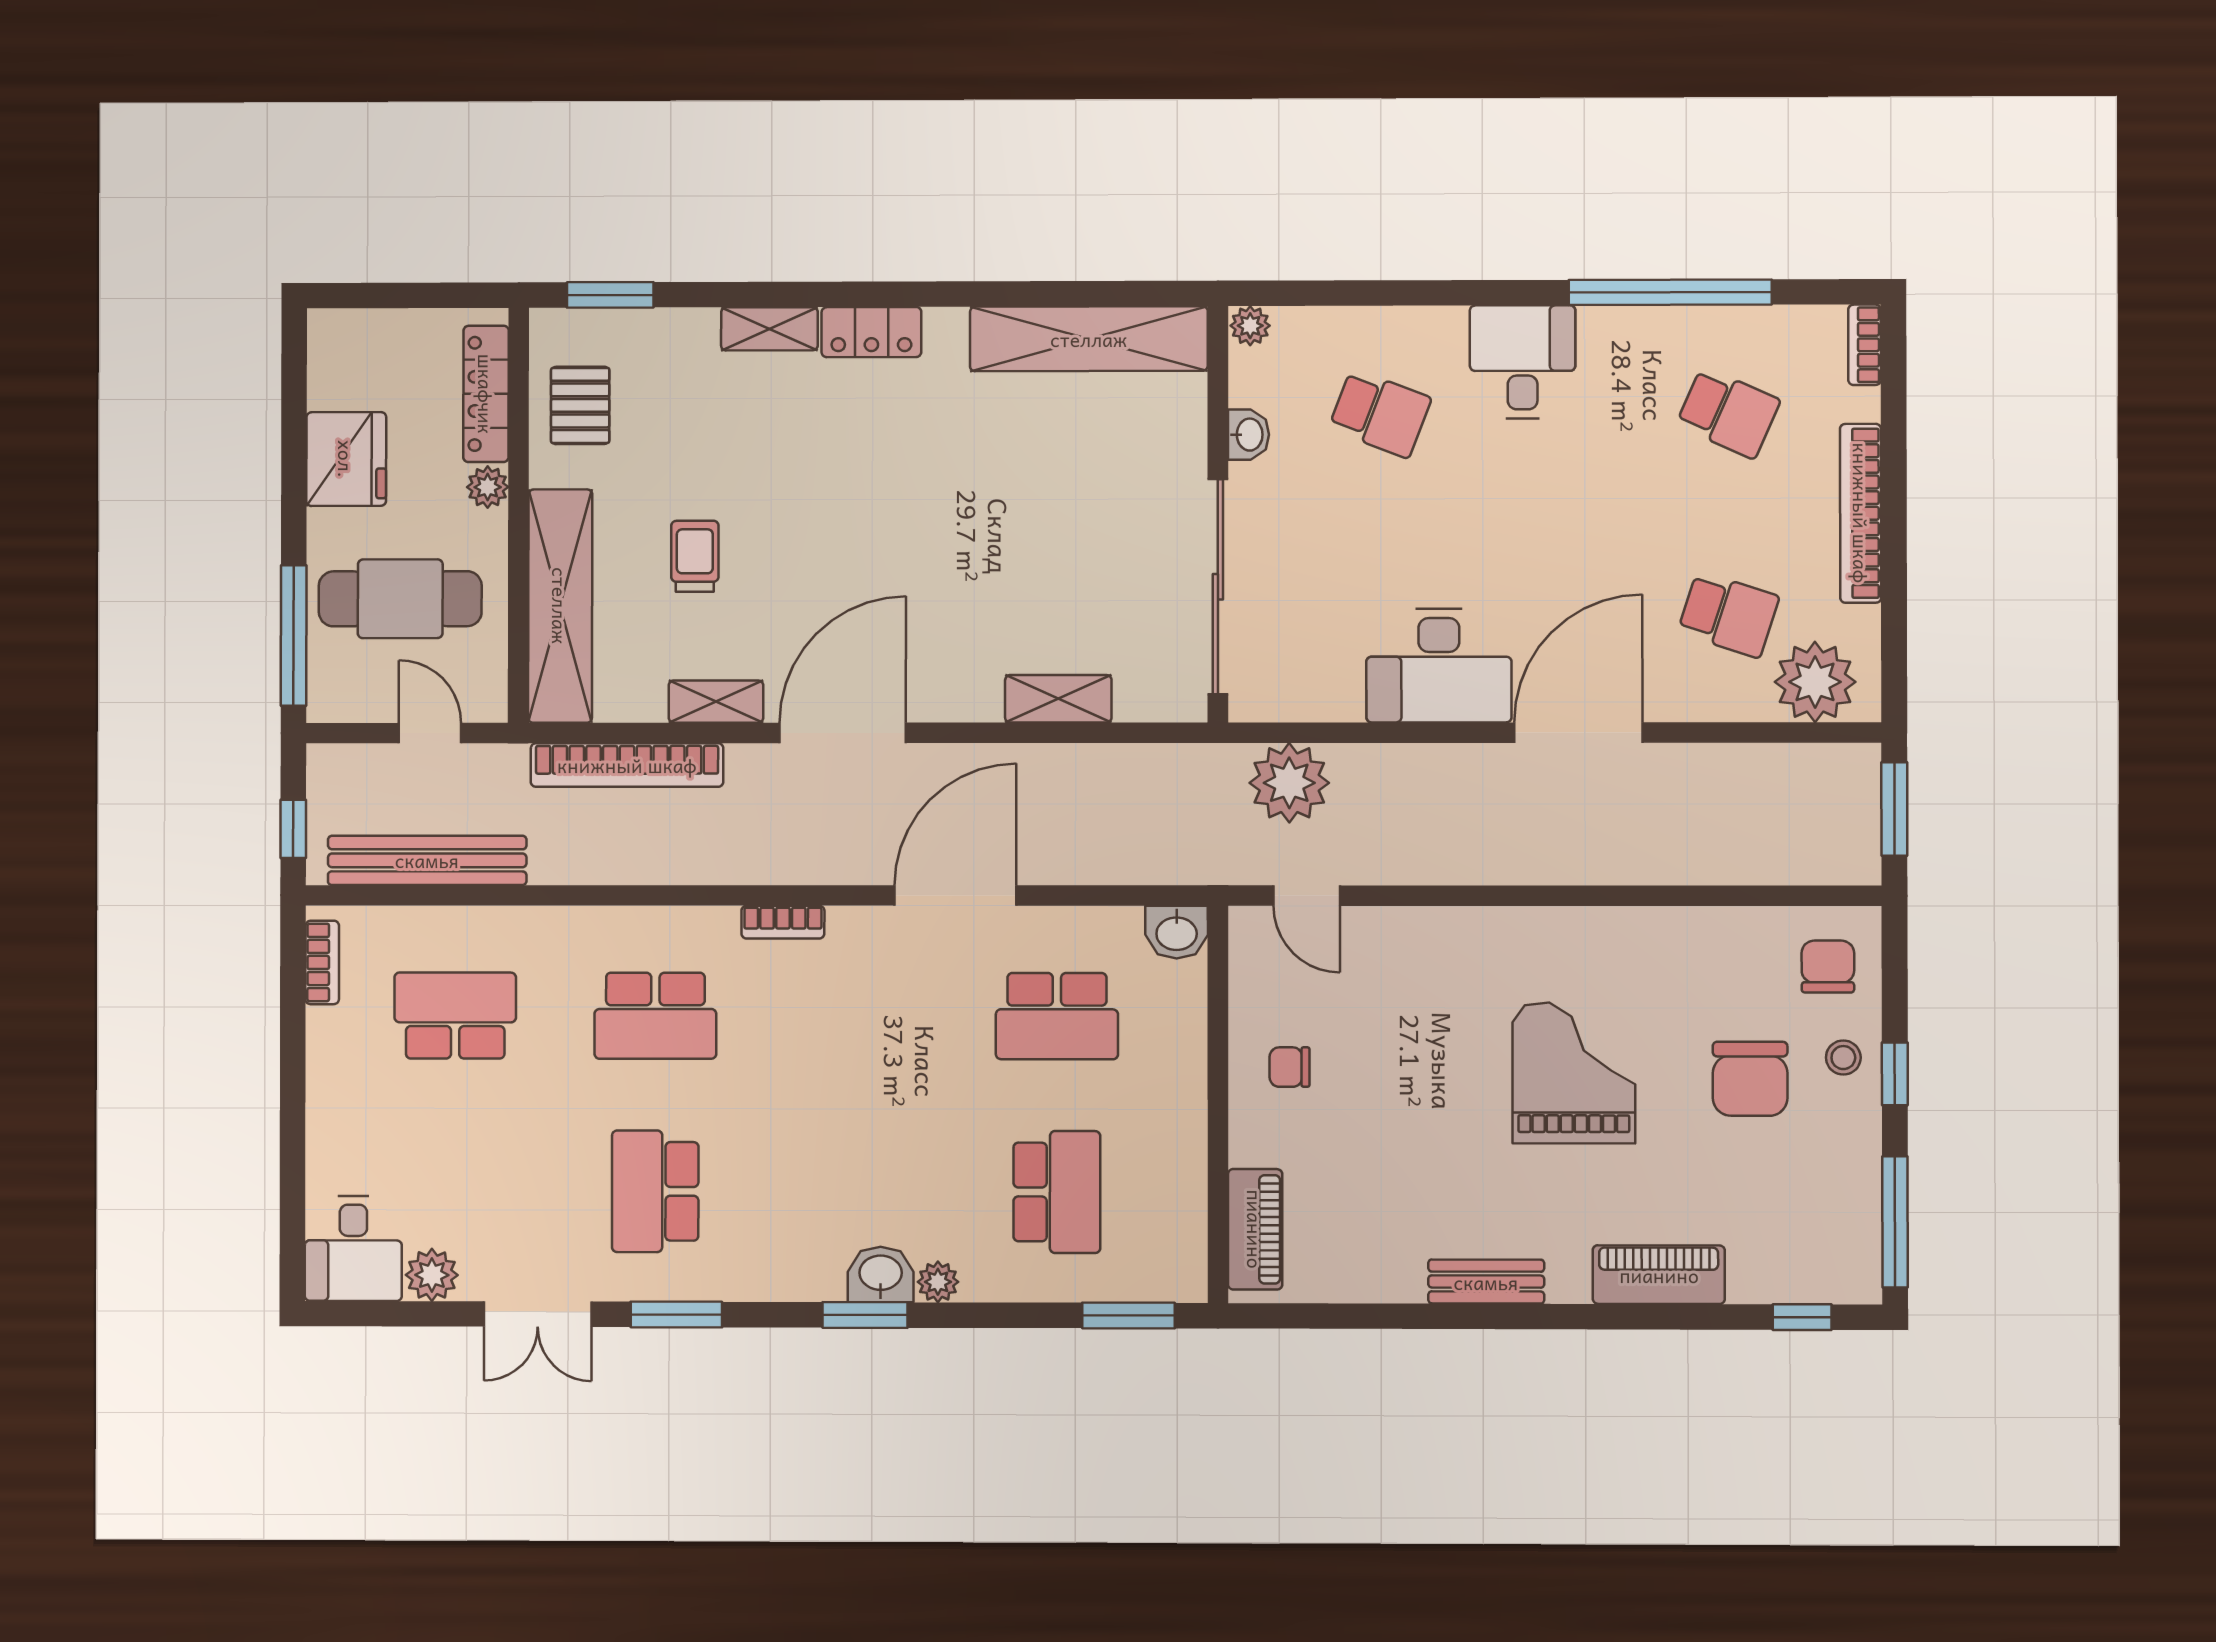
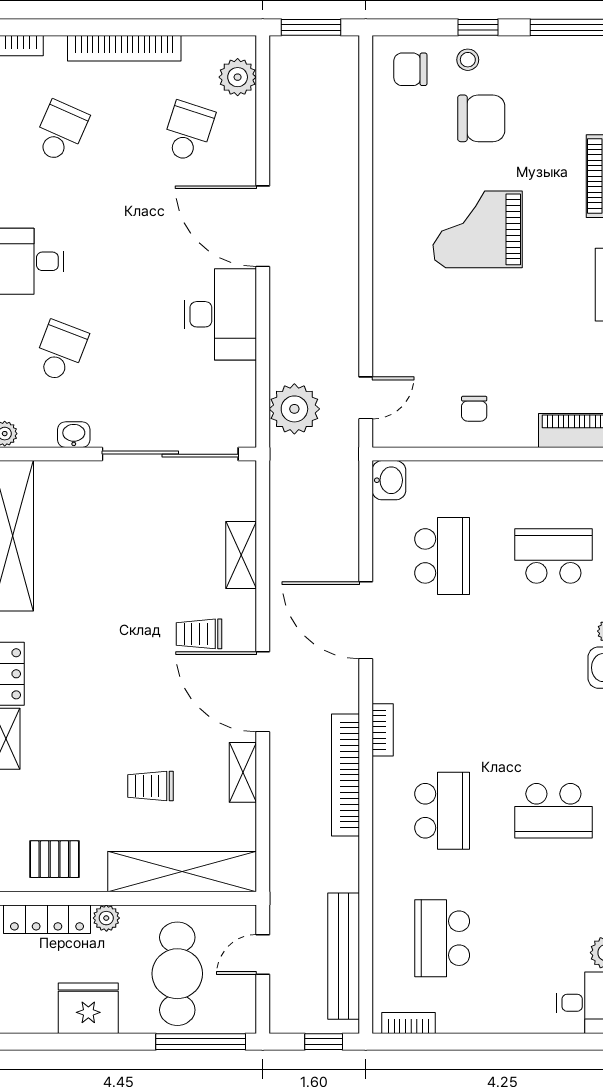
trolley: (934, 632) -> (199, 634), added
plant: (1815, 682) -> (238, 77), width x0.73, depth x0.73
bookcase: (627, 765) -> (345, 775), moved, turned 180

